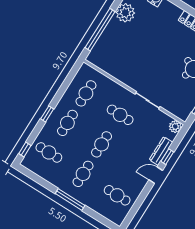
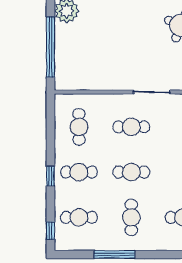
cafe table: (67, 123) -> (79, 172), turned 90
cafe table: (102, 144) -> (131, 172), turned 90
window: (70, 199) -> (114, 254), moved

